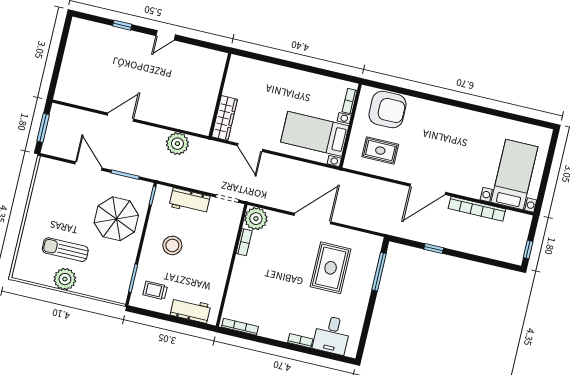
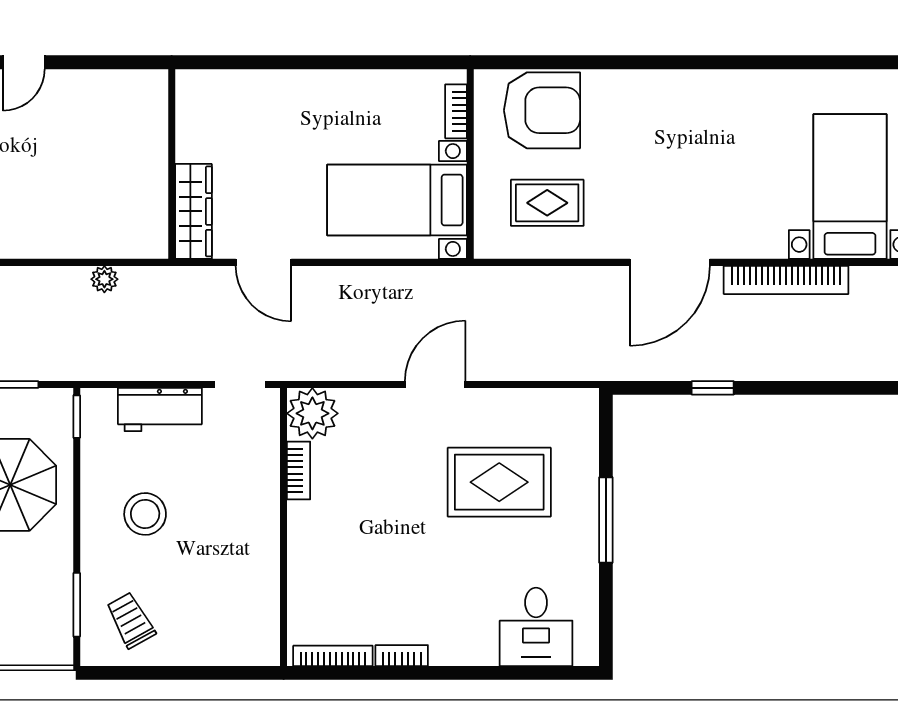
plant: (177, 144) -> (104, 279), width x0.53, depth x0.53
door: (313, 219) -> (435, 384), width x0.73
rug: (331, 268) -> (499, 482), turned 90
window: (379, 272) -> (606, 520), moved
trolley: (155, 290) -> (131, 620), turned 61
workbench: (190, 310) -> (217, 645), removed
bookcase: (300, 341) -> (402, 656), moved

